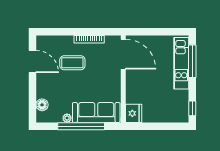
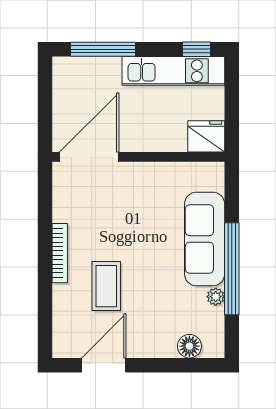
door: (123, 54) -> (89, 157), moved
kitchen unit: (181, 63) -> (173, 71), moved
wall: (123, 79) -> (138, 157), moved
fridge: (134, 113) -> (206, 136), moved

